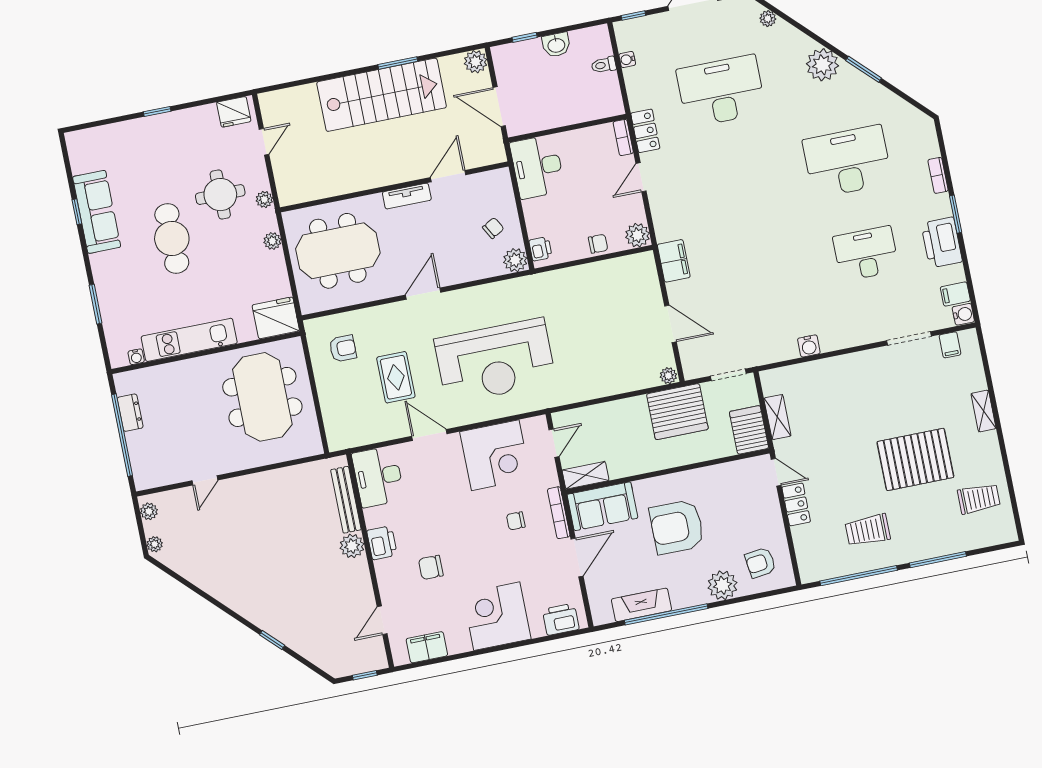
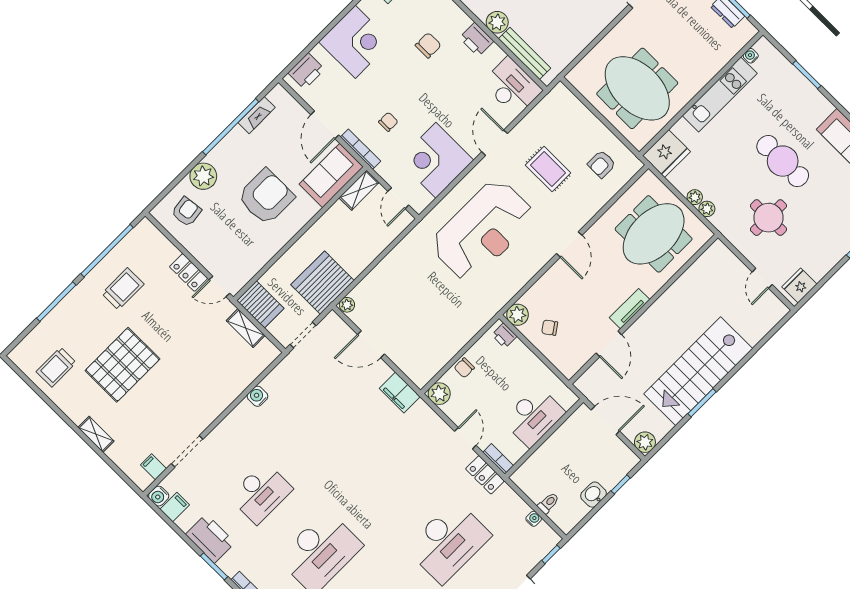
desk: (537, 167) -> (534, 416), moved, turned 90
plant: (264, 199) -> (695, 197), moved
chair: (493, 228) -> (550, 328), turned 83
reception desk: (495, 361) -> (483, 230), turned 180
door: (429, 435) -> (495, 143), swing flipped
fireplace: (641, 605) -> (257, 115), width x0.73, depth x0.76

